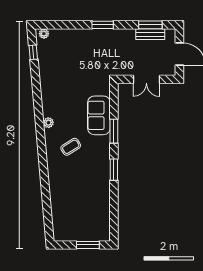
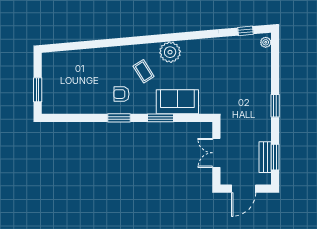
plant: (48, 123) -> (170, 52), width x1.88, depth x1.88
armchair: (92, 167) -> (121, 94), added

